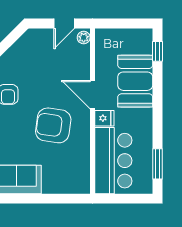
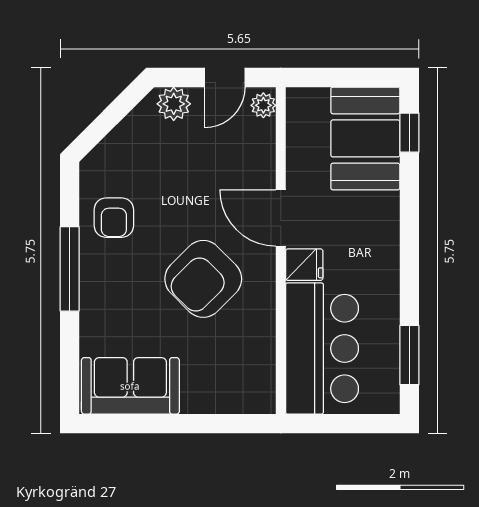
plant: (38, 37) -> (174, 104), added
booth: (135, 81) -> (365, 138), moved
armchair: (53, 125) -> (203, 279), turned -53

